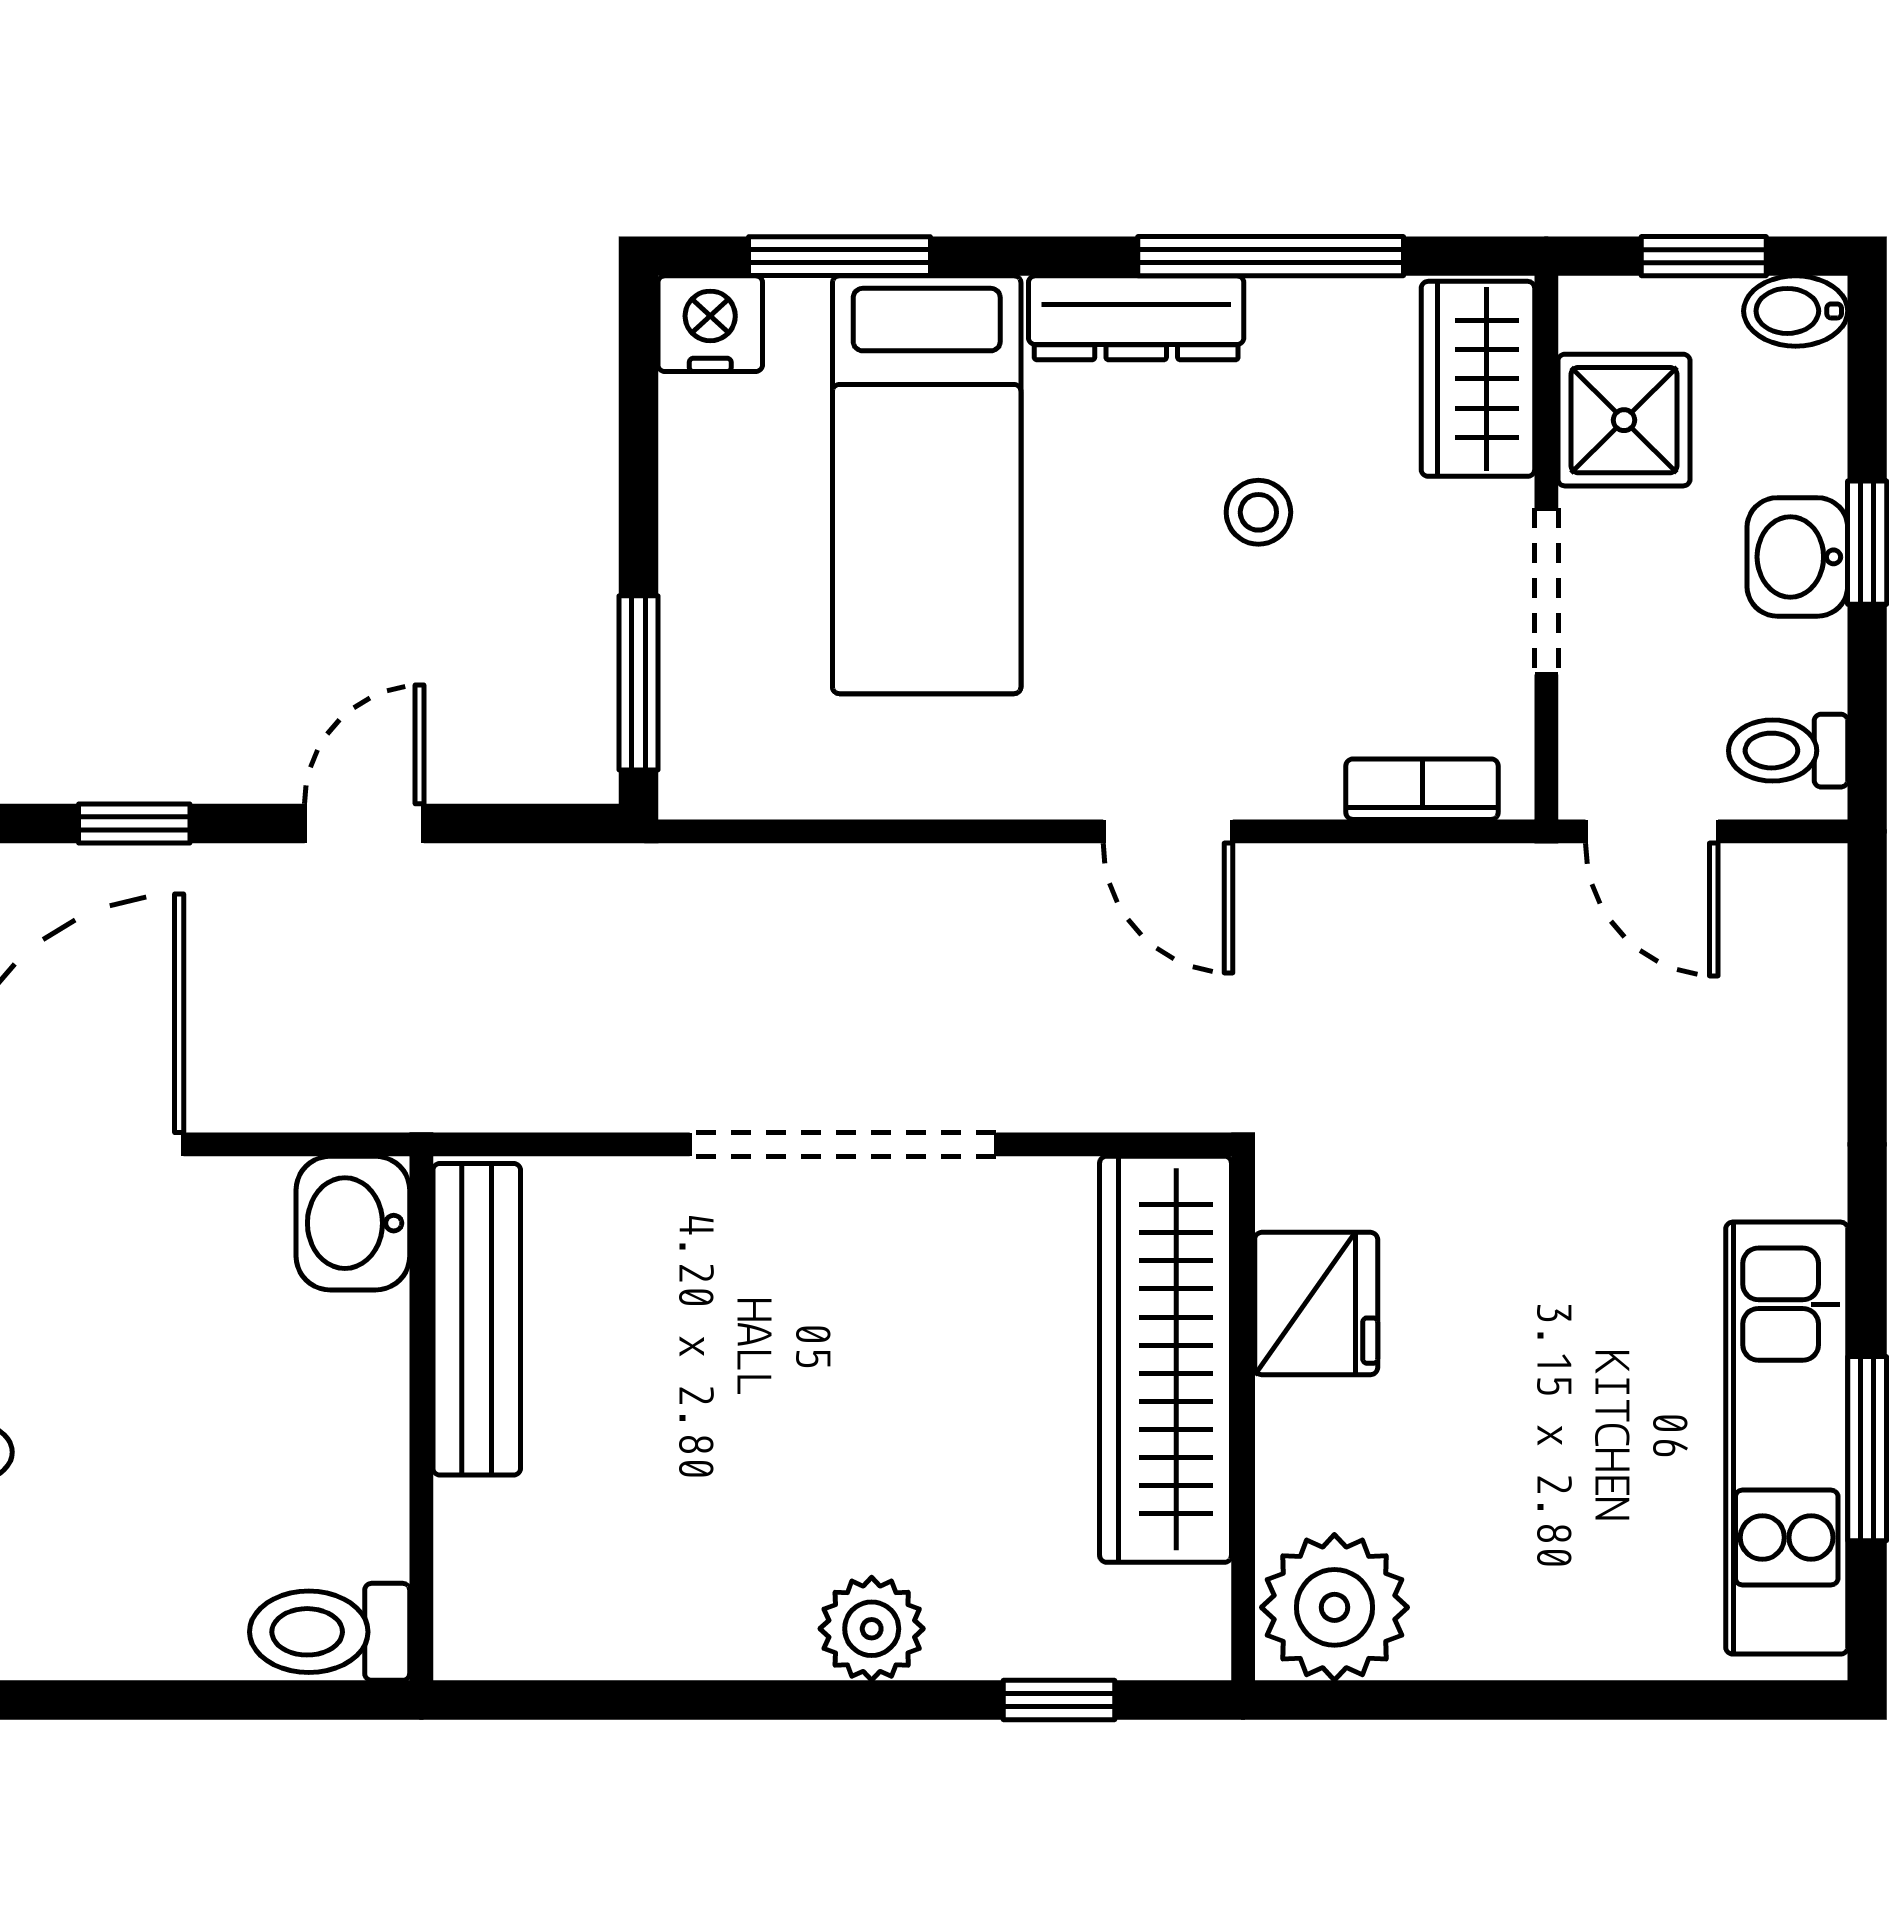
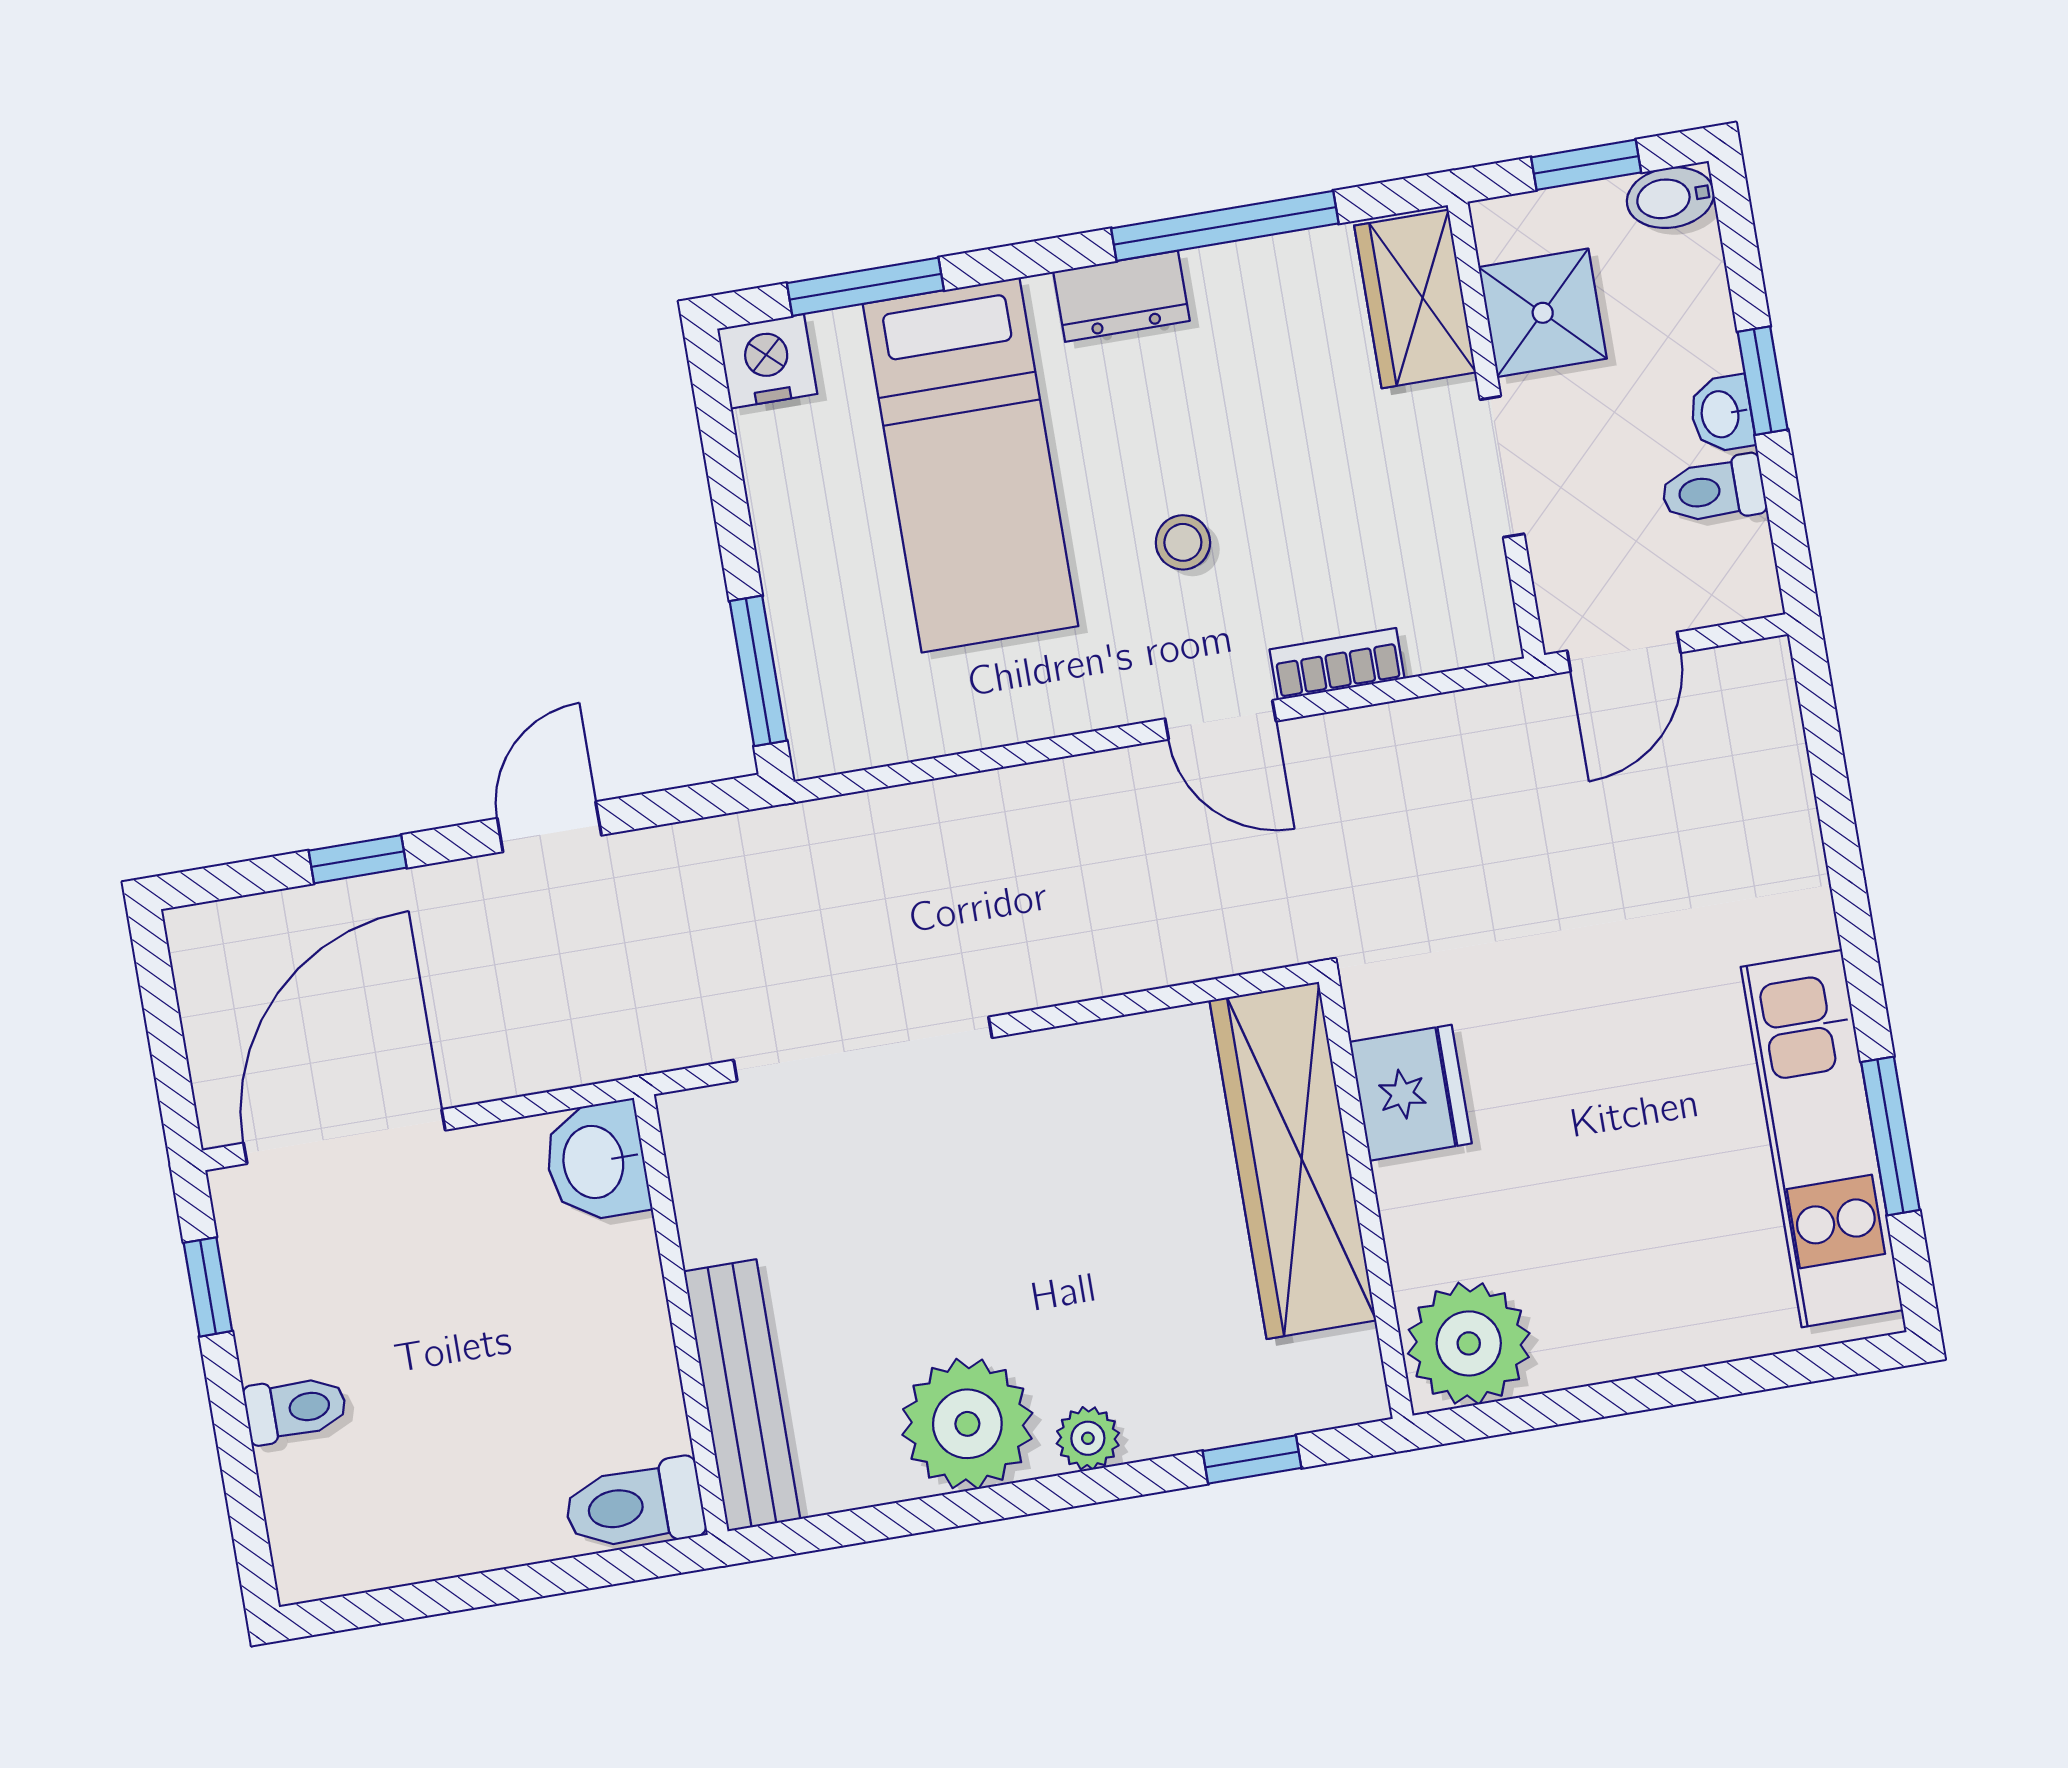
dresser: (1136, 318) -> (1122, 296), width x0.70
stool: (1258, 512) -> (1183, 542), moved
washbasin: (1797, 557) -> (1722, 414), width x0.72, depth x0.69
toilet: (1788, 751) -> (1713, 490), moved
bookcase: (1422, 789) -> (1337, 664), moved
door: (1652, 831) -> (1624, 652), hinge flipped
doorway: (843, 1144) -> (863, 1049), moved
bench: (477, 1319) -> (742, 1395), moved
plant: (734, 1602) -> (967, 1424), added
plant: (872, 1629) -> (1088, 1438), width x0.73, depth x0.73

